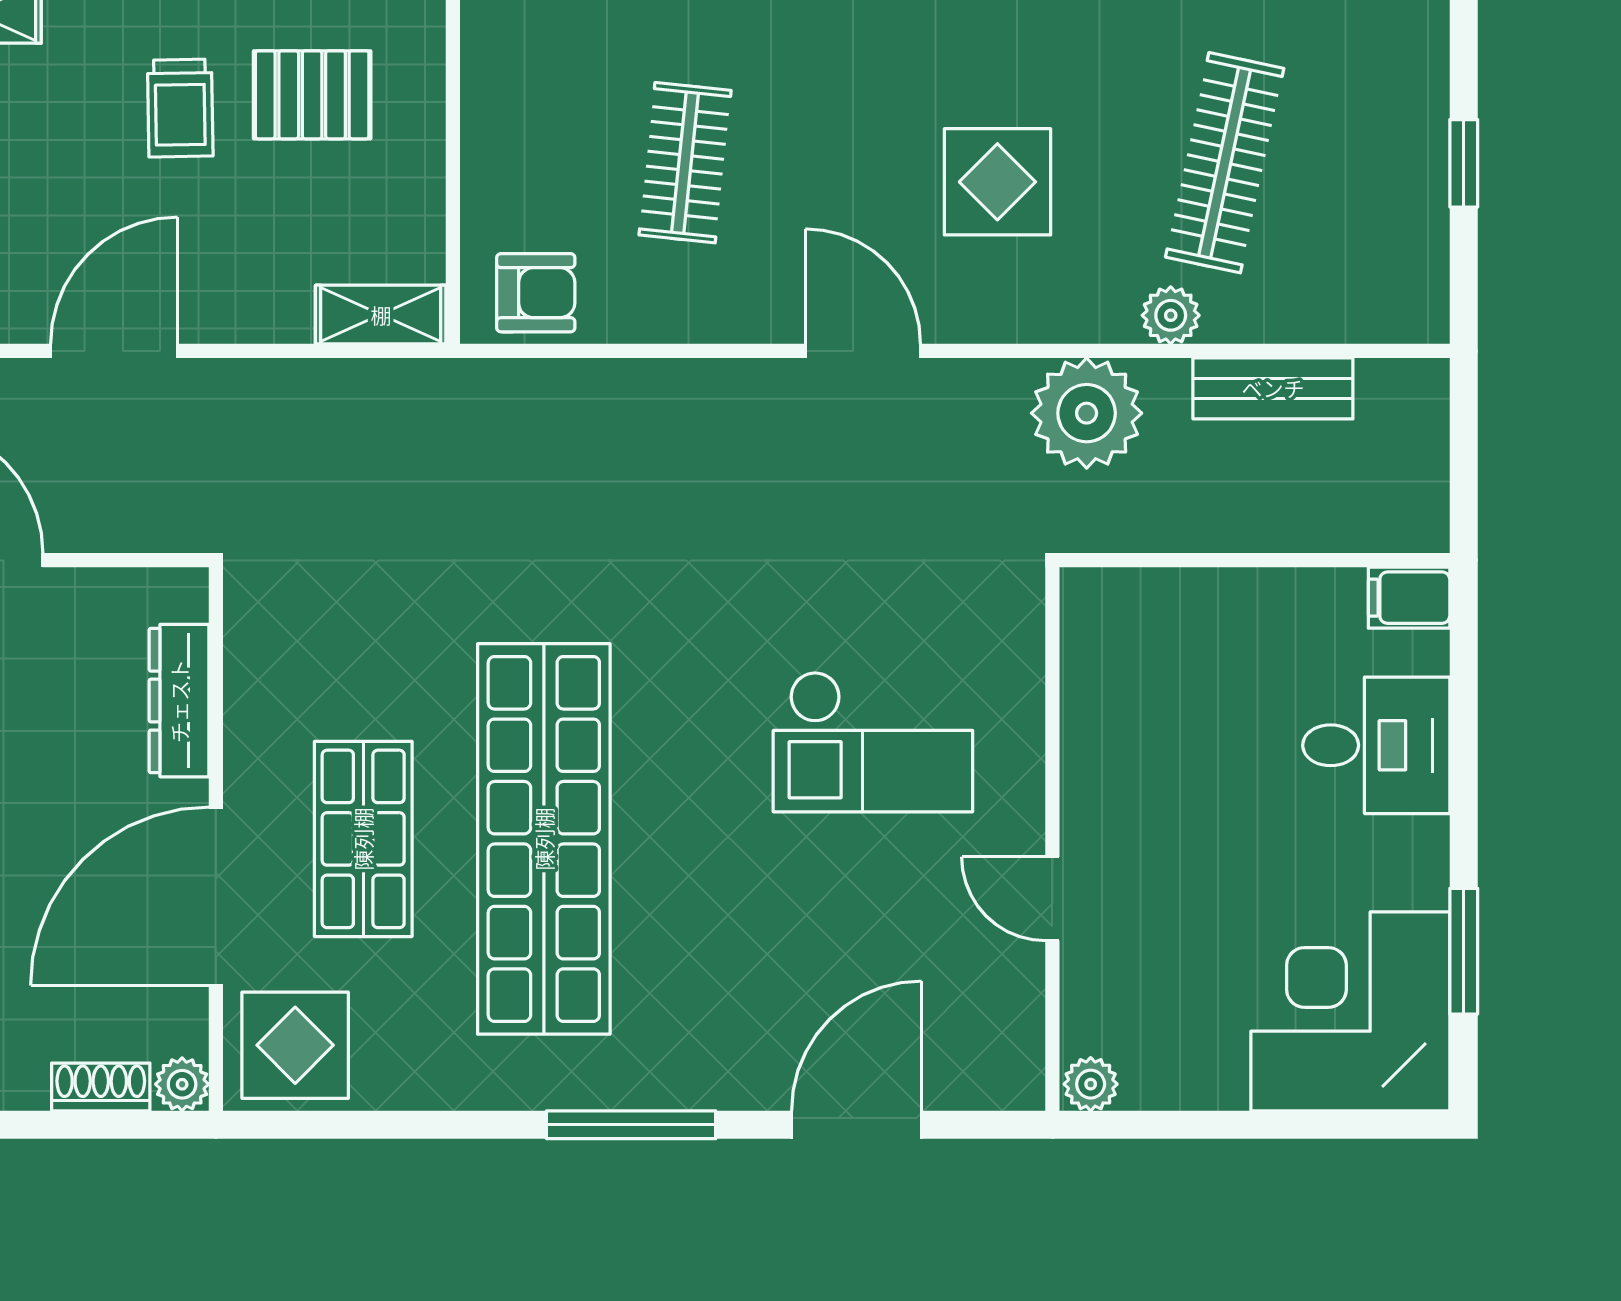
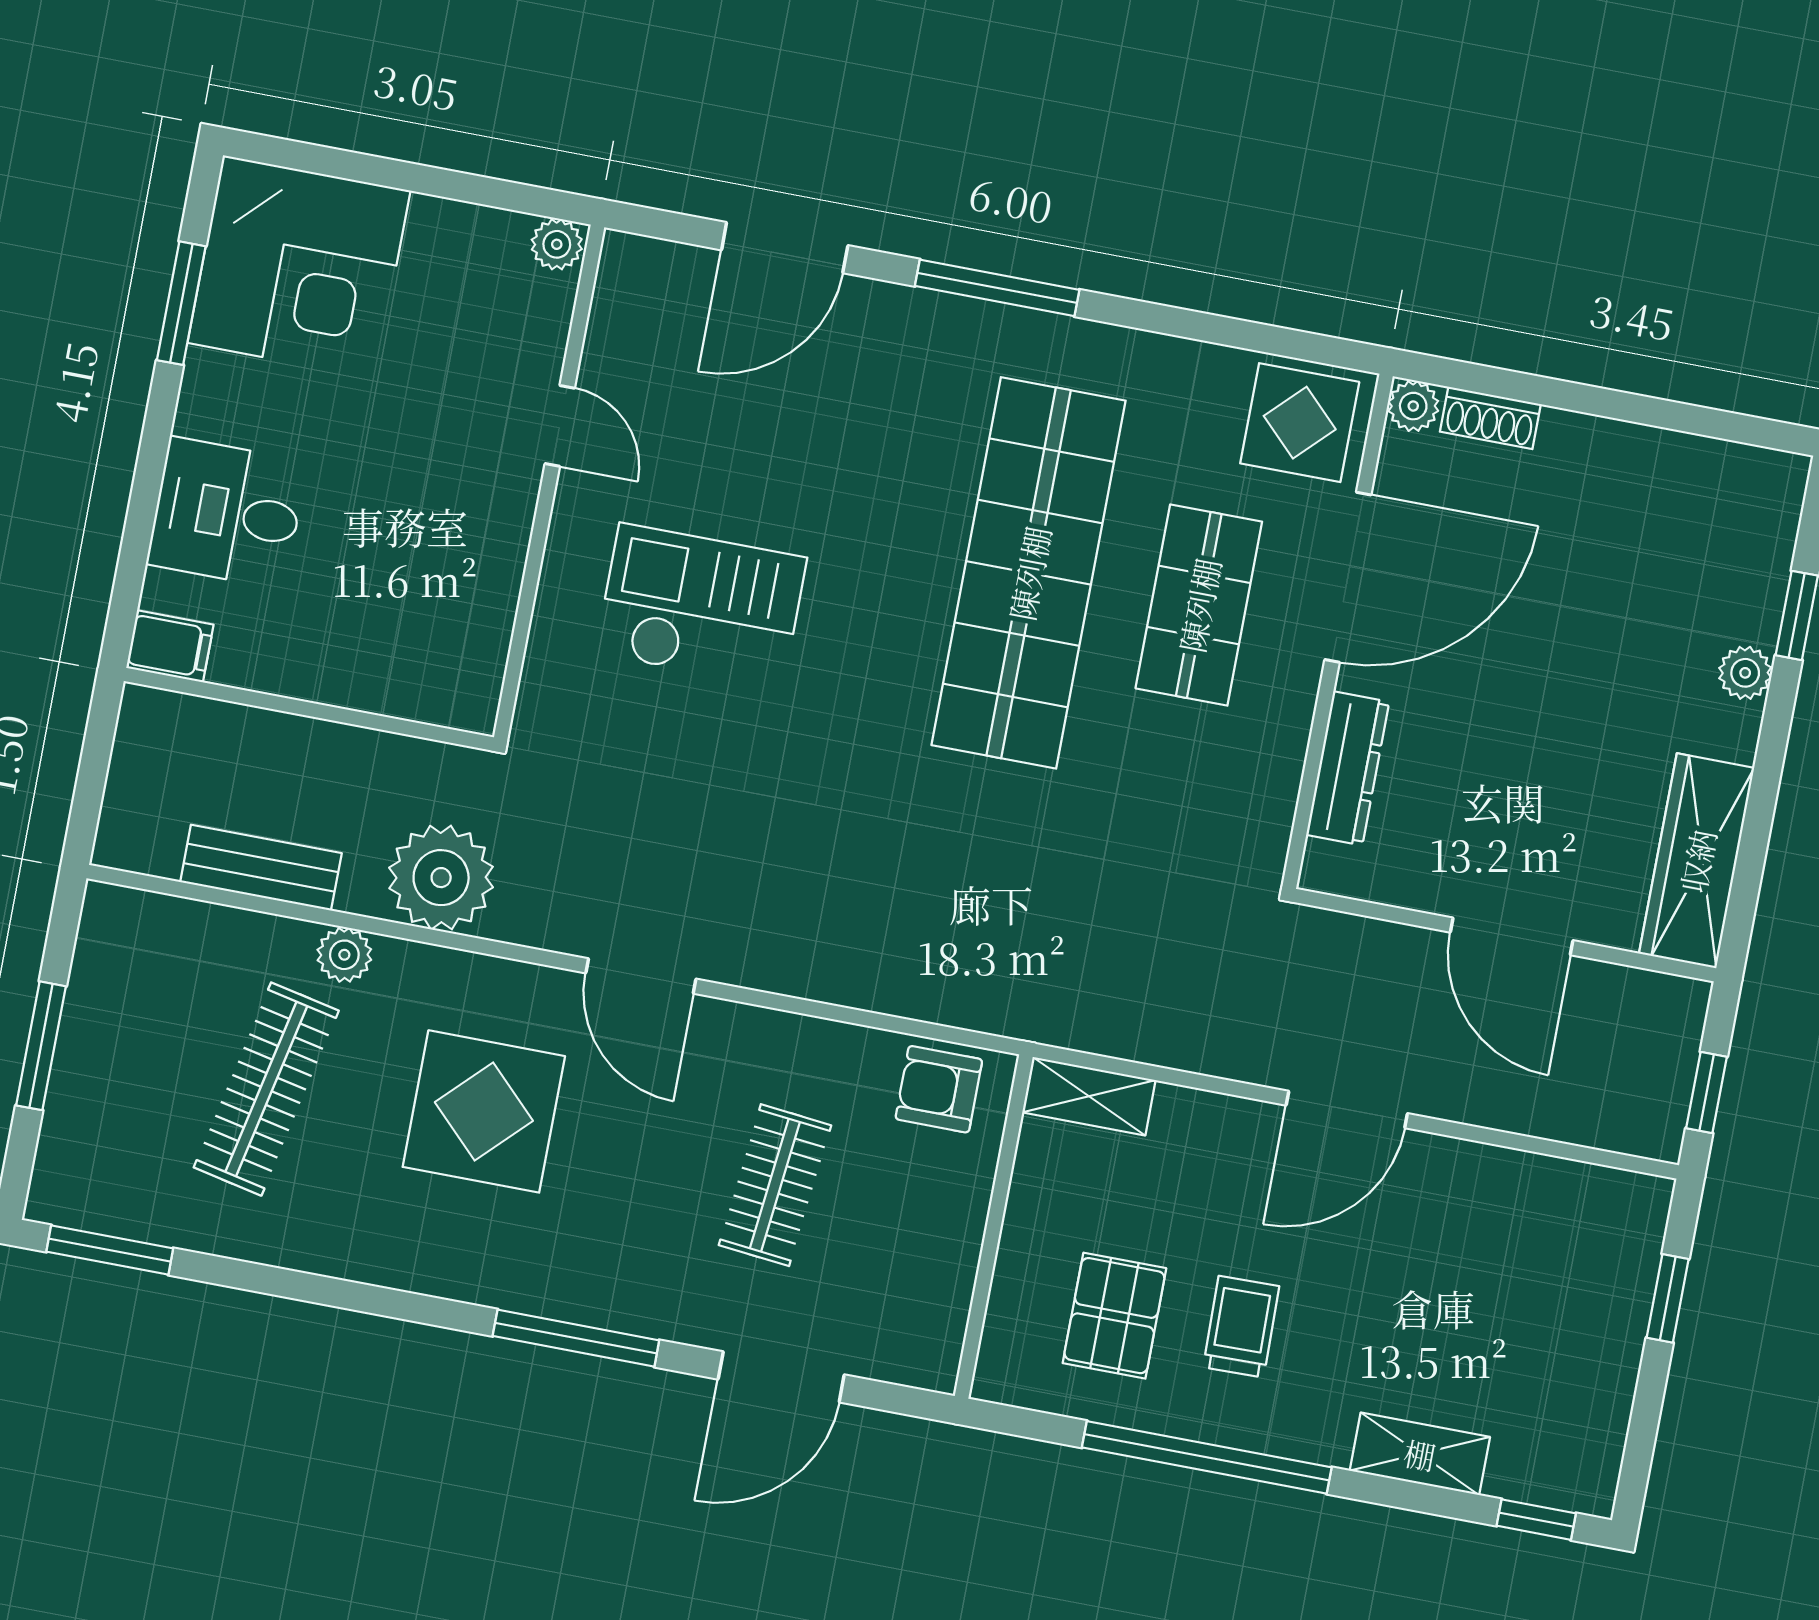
pallet: (312, 95) -> (1114, 1316), turned 90
window: (1464, 163) -> (41, 1046), width x1.50
display table: (997, 182) -> (484, 1111), width x1.36, depth x1.36

